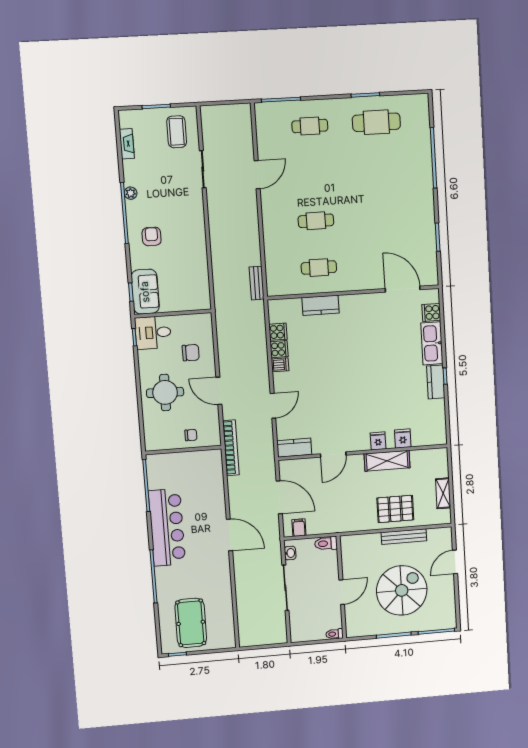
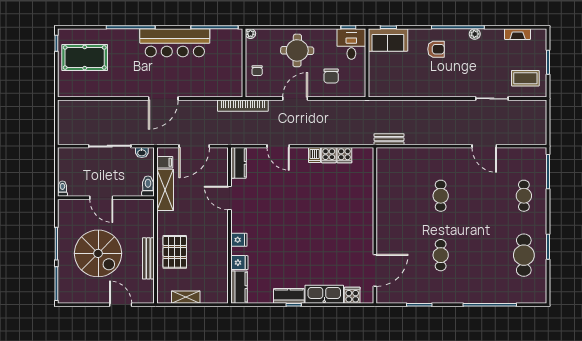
cafe table: (319, 268) -> (441, 255), moved
kitchen counter: (321, 305) -> (239, 287), moved, turned 180
plant: (150, 445) -> (250, 34), added
shelving: (387, 461) -> (165, 190), moved

